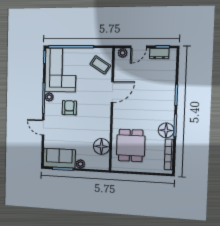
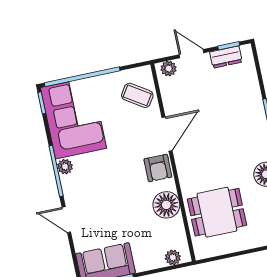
door: (139, 47) -> (192, 54), swing flipped
armchair: (69, 108) -> (158, 168), moved, turned 180
dining table: (131, 145) -> (217, 212), turned 90
floor lamp: (102, 146) -> (166, 205), moved
plant: (80, 164) -> (173, 257), moved

